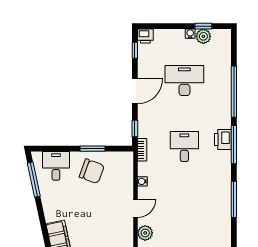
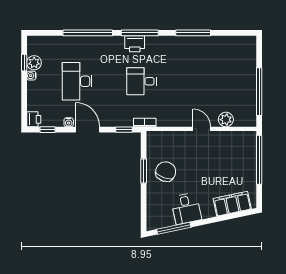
desk: (56, 166) -> (186, 208), moved, turned -102
water cooler: (142, 181) -> (69, 122), moved

